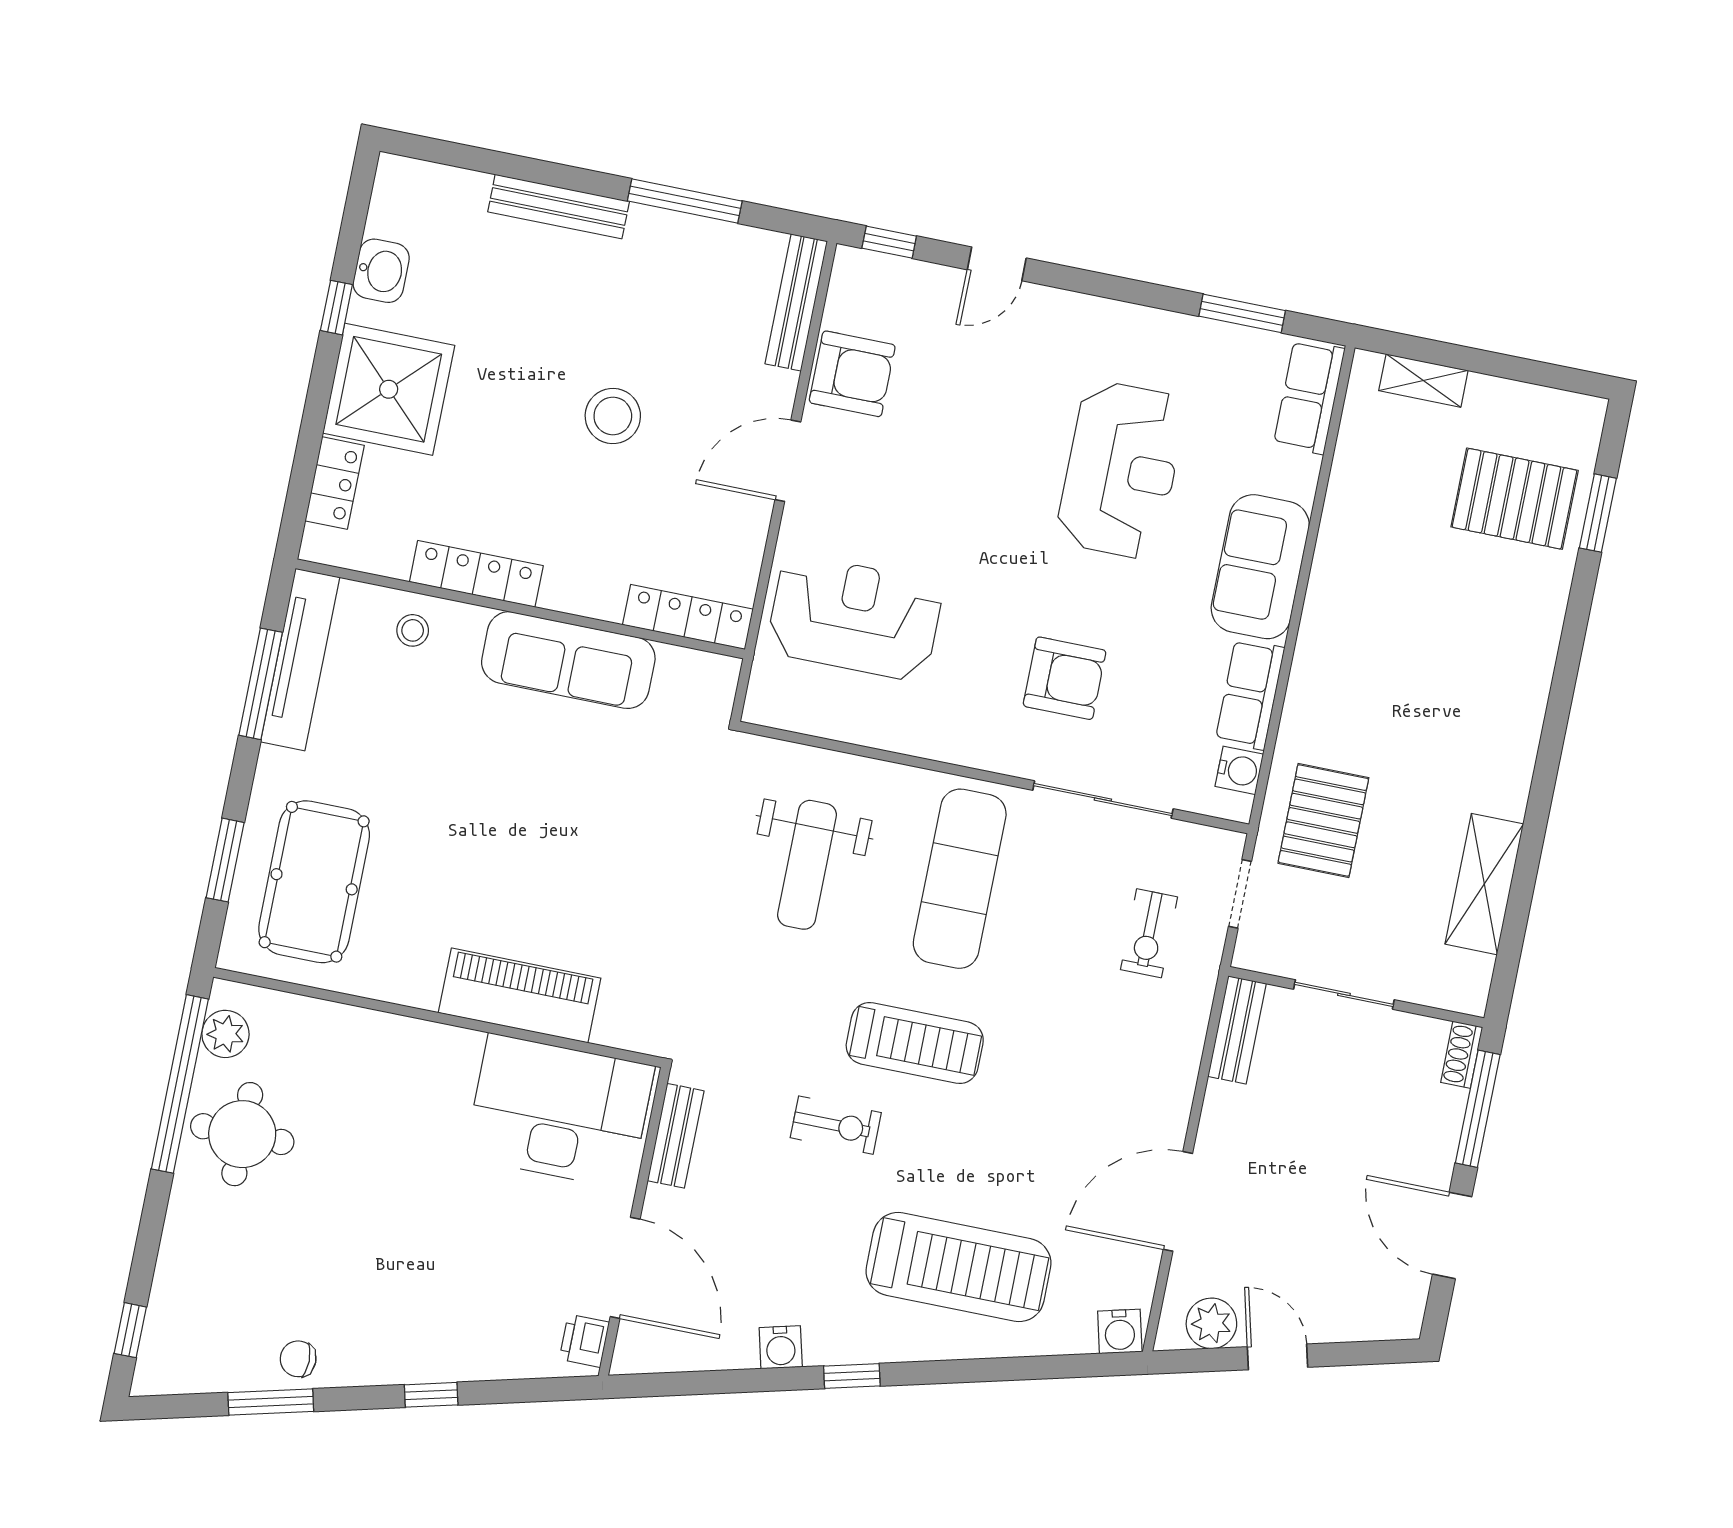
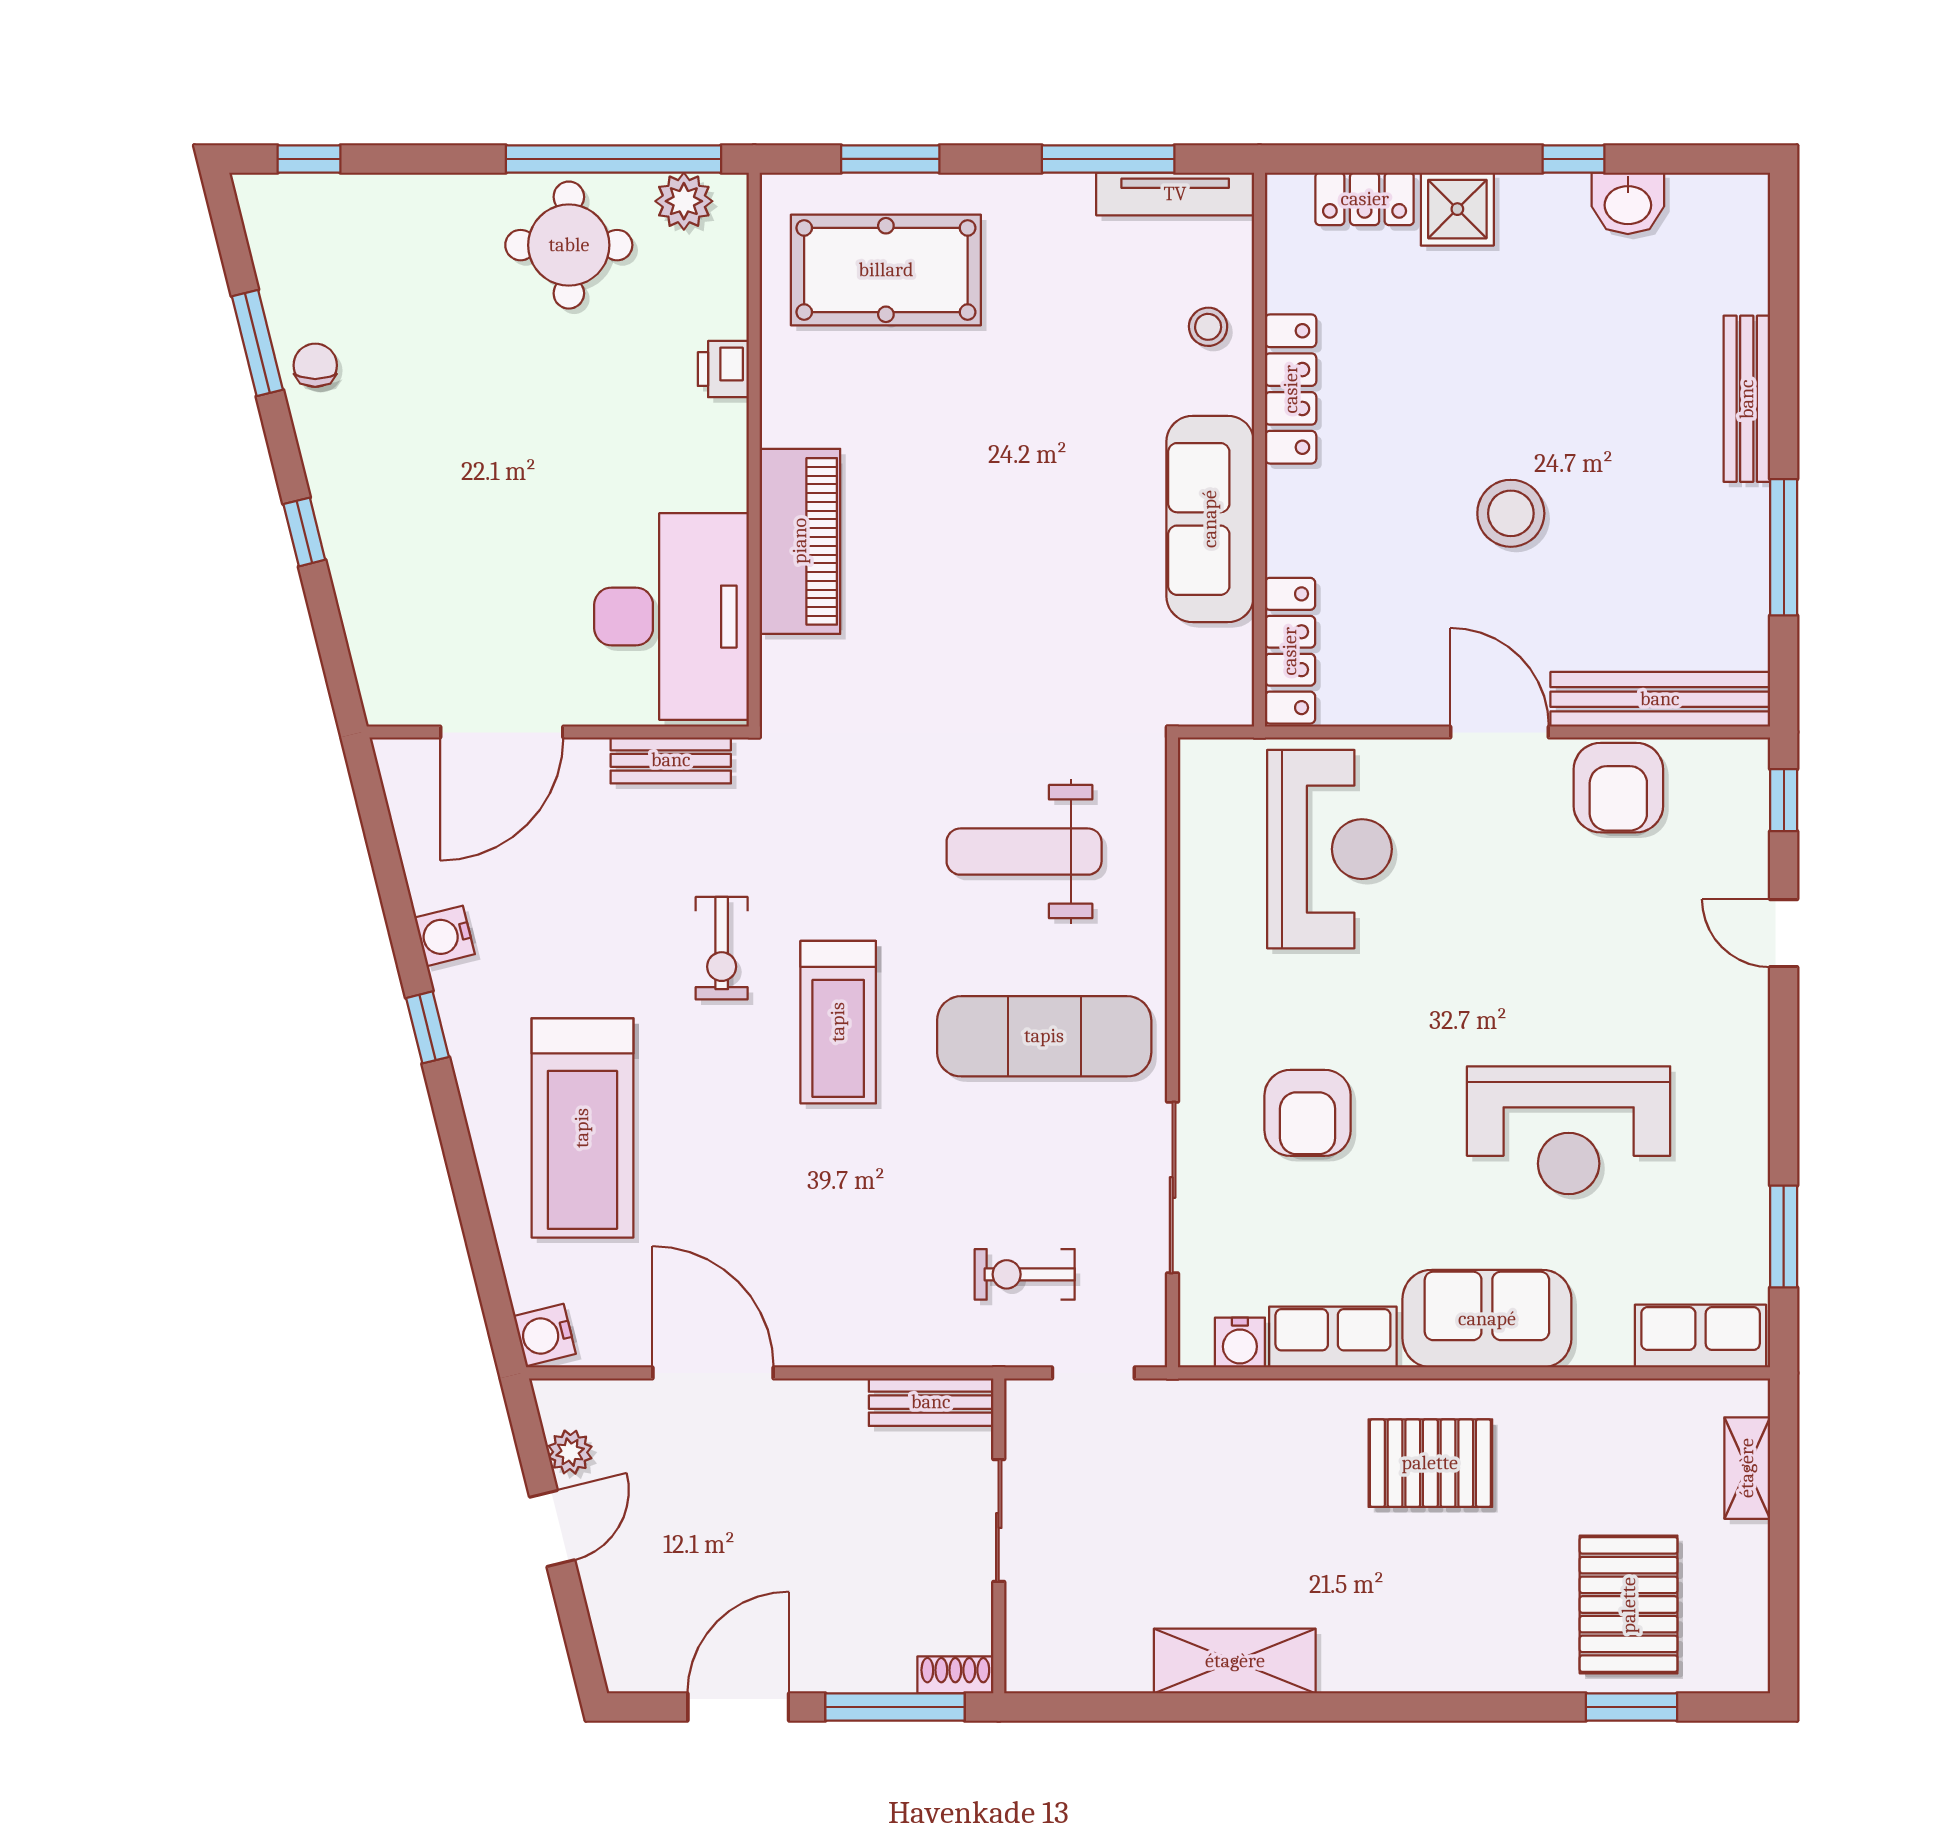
bench: (796, 302) -> (1660, 699), width x1.37, depth x1.21
shower: (389, 389) -> (1457, 209), width x0.54, depth x0.54
tv unit: (300, 660) -> (1175, 194), width x0.73, depth x0.78
pallet: (1323, 820) -> (1430, 1463), moved
shelving: (1484, 884) -> (1235, 1661), moved
plant: (1211, 1323) -> (570, 1452), width x0.73, depth x0.73
printer: (584, 1341) -> (723, 369), moved, turned -90

